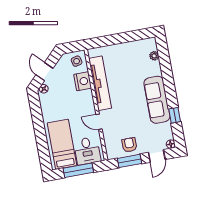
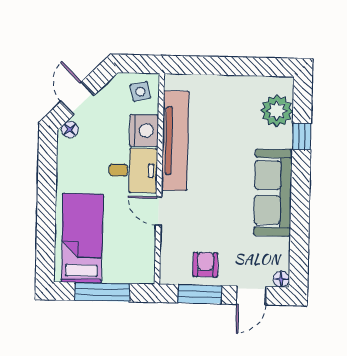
plant: (154, 56) -> (277, 111), width x1.87, depth x1.87
window: (175, 115) -> (302, 137), moved
desk: (87, 151) -> (133, 170), moved, turned -90

